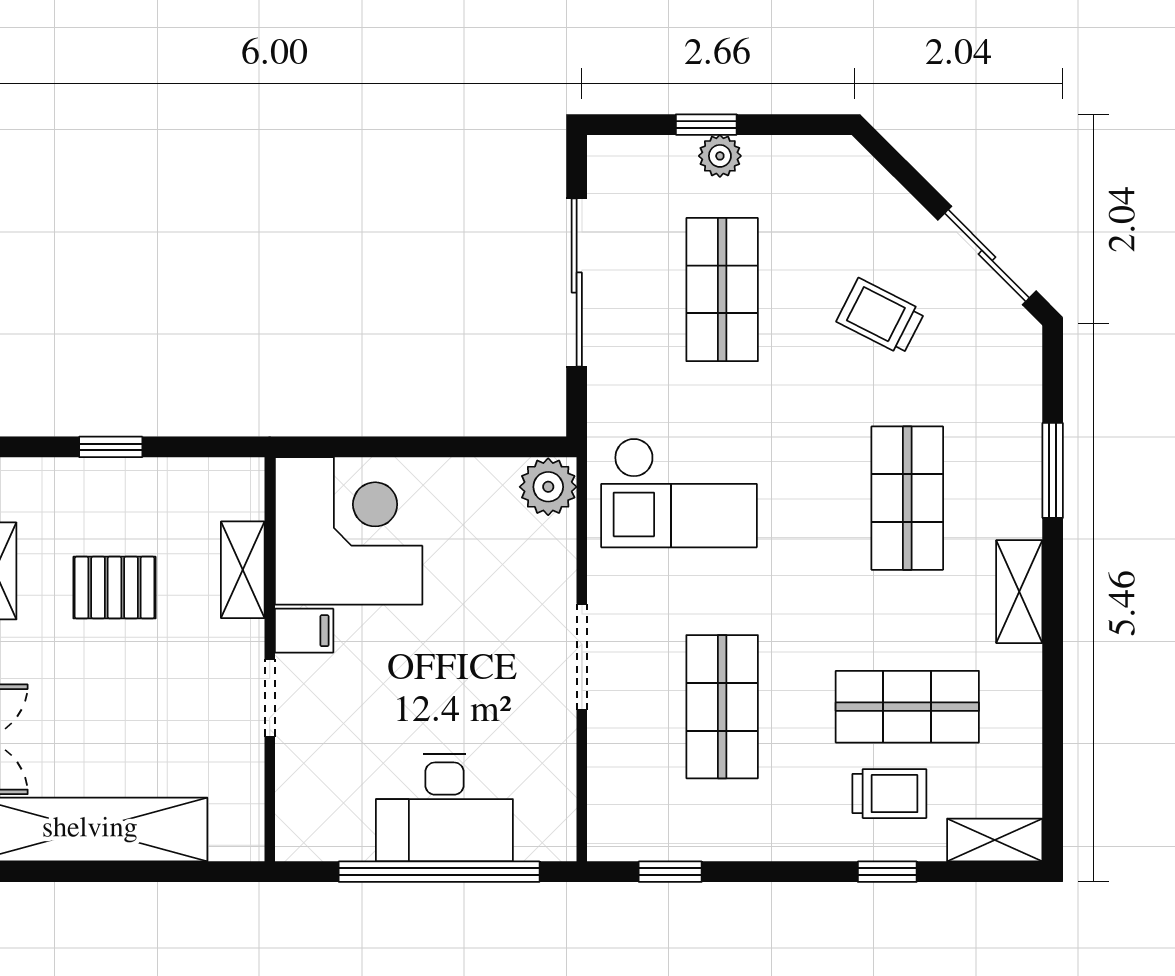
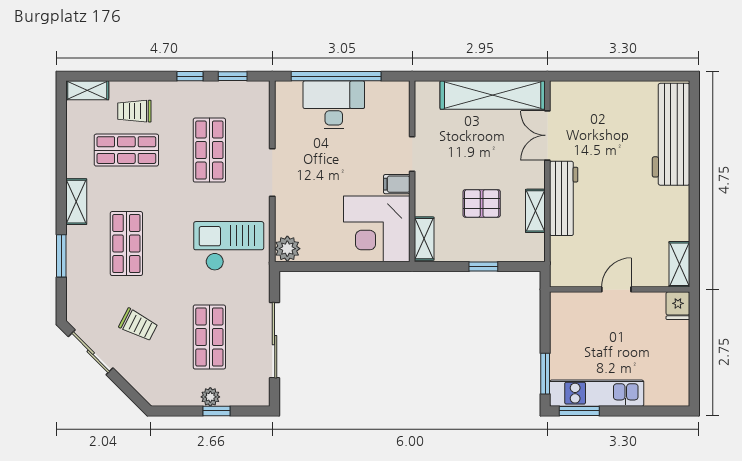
shelving: (243, 570) -> (424, 239), moved
window: (887, 872) -> (190, 76), moved

